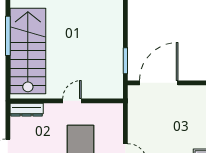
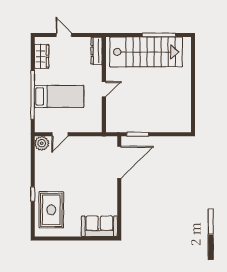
door: (159, 83) -> (119, 162), hinge flipped
door: (72, 101) -> (104, 89), hinge flipped

